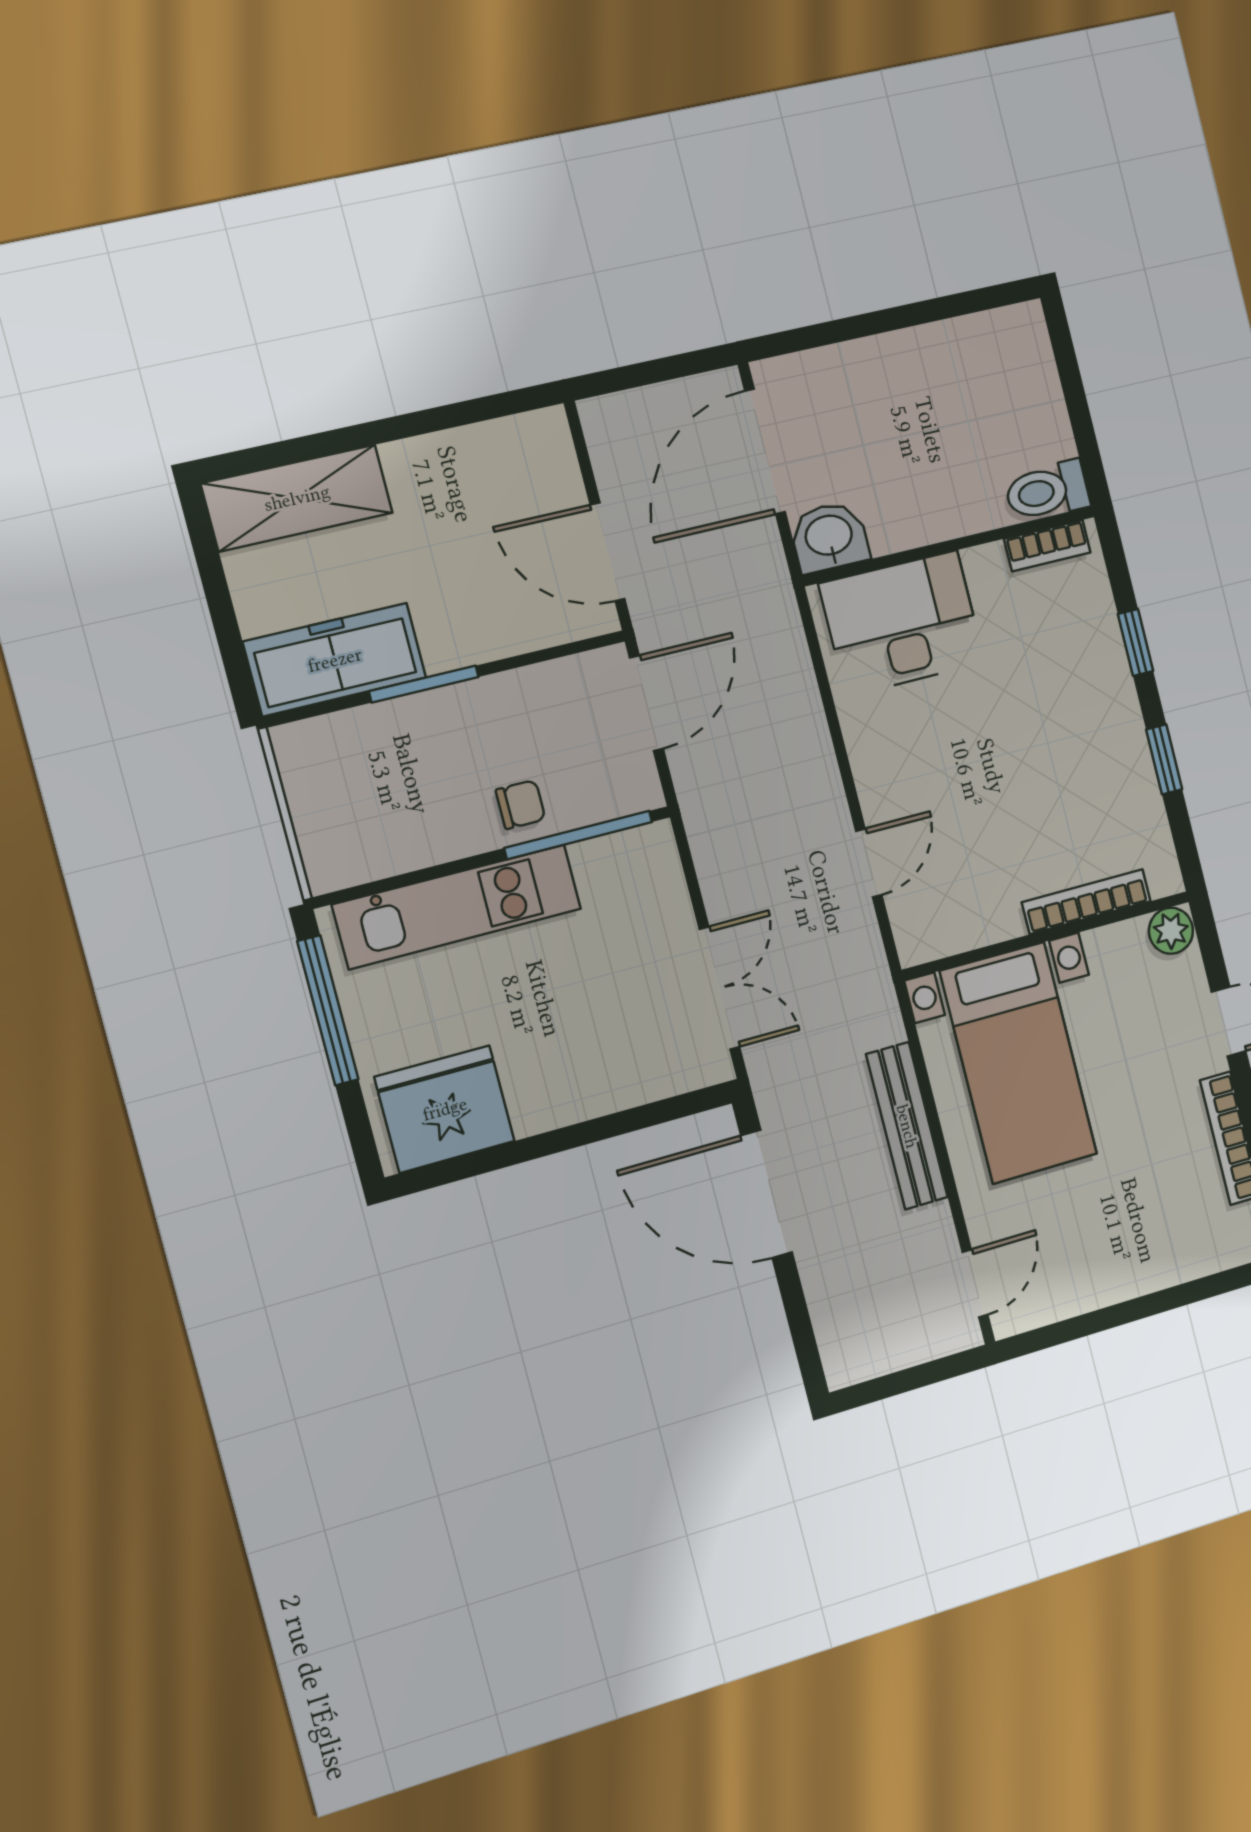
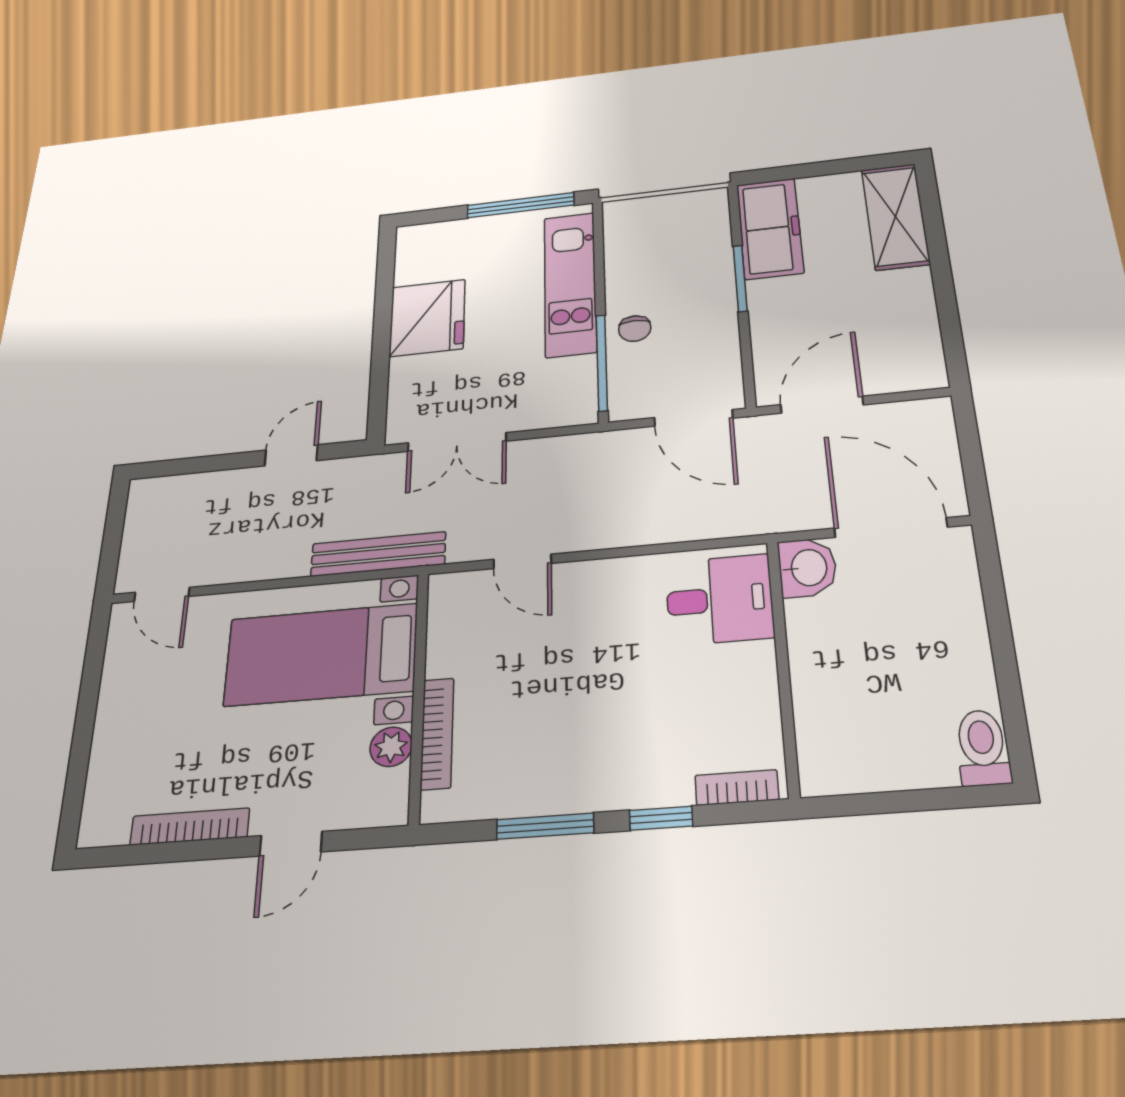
toilet: (1047, 491) -> (982, 748), moved
bookcase: (1047, 546) -> (737, 787), moved, turned 90
desk: (902, 623) -> (719, 600), width x0.73
window: (1164, 759) -> (545, 826), width x1.50
plant: (1171, 931) -> (391, 747), moved
fridge: (445, 1109) -> (427, 318), moved
bench: (907, 1126) -> (378, 554), moved
door: (767, 1194) -> (291, 455), width x0.53

